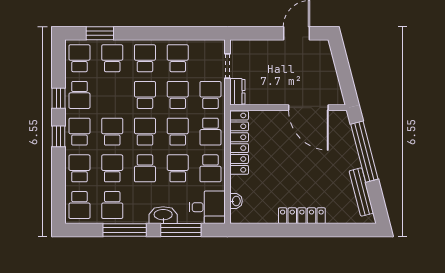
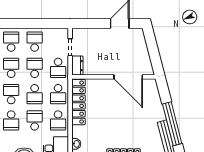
school desk: (210, 95) -> (58, 68), turned 180
school desk: (178, 132) -> (35, 94), turned 180
window: (364, 152) -> (172, 124), moved

